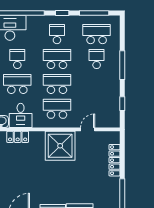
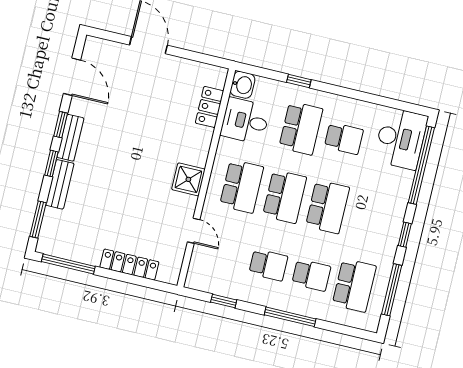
school desk: (57, 34) -> (268, 265), moved
shower: (60, 146) -> (188, 179), width x0.54, depth x0.54

